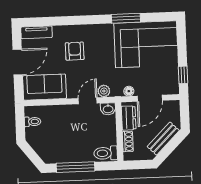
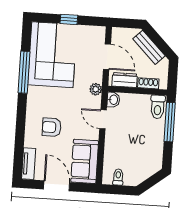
window: (126, 18) -> (24, 72), width x1.44
window: (183, 75) -> (69, 19), moved
plant: (104, 91) -> (96, 89), moved
floor lamp: (129, 91) -> (98, 77), removed
window: (75, 167) -> (170, 122), moved

